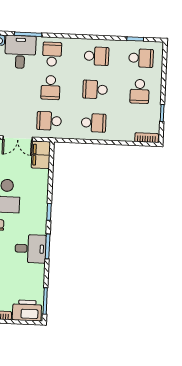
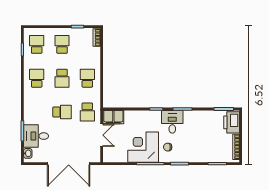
school desk: (52, 54) -> (37, 112), removed
school desk: (140, 91) -> (62, 44), turned -90
desk: (31, 249) -> (172, 122), moved

